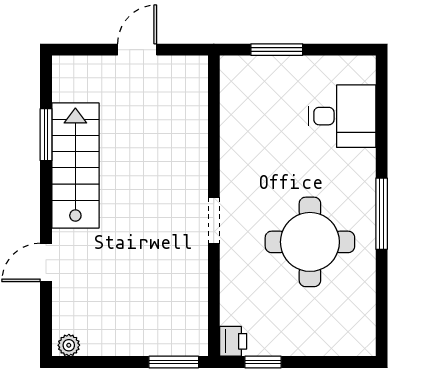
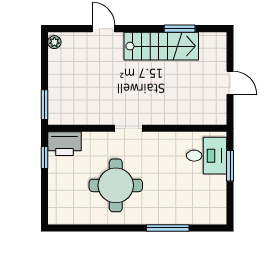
desk: (342, 116) -> (207, 156), moved, turned -90
window: (382, 214) -> (168, 228), moved
printer: (233, 341) -> (64, 144), width x1.87, depth x1.48

